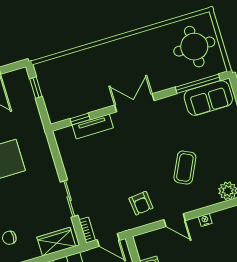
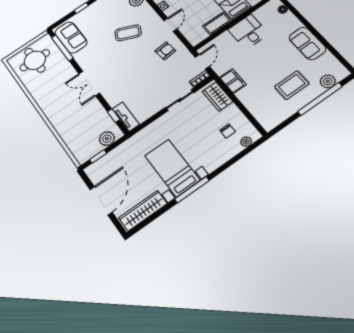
plant: (54, 103) -> (107, 139), added
tv unit: (93, 126) -> (126, 117), moved

